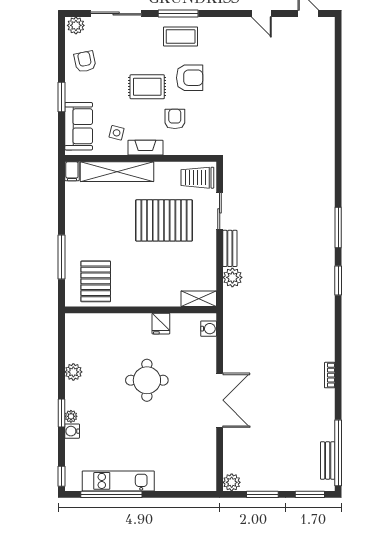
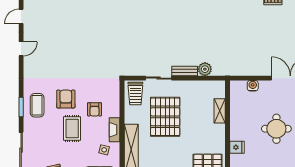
window: (178, 14) -> (21, 107), width x0.69
armchair: (175, 119) -> (94, 109), turned -90
shelving: (199, 299) -> (220, 111), moved
fridge: (161, 324) -> (237, 147), moved
water cooler: (209, 329) -> (253, 86), moved

